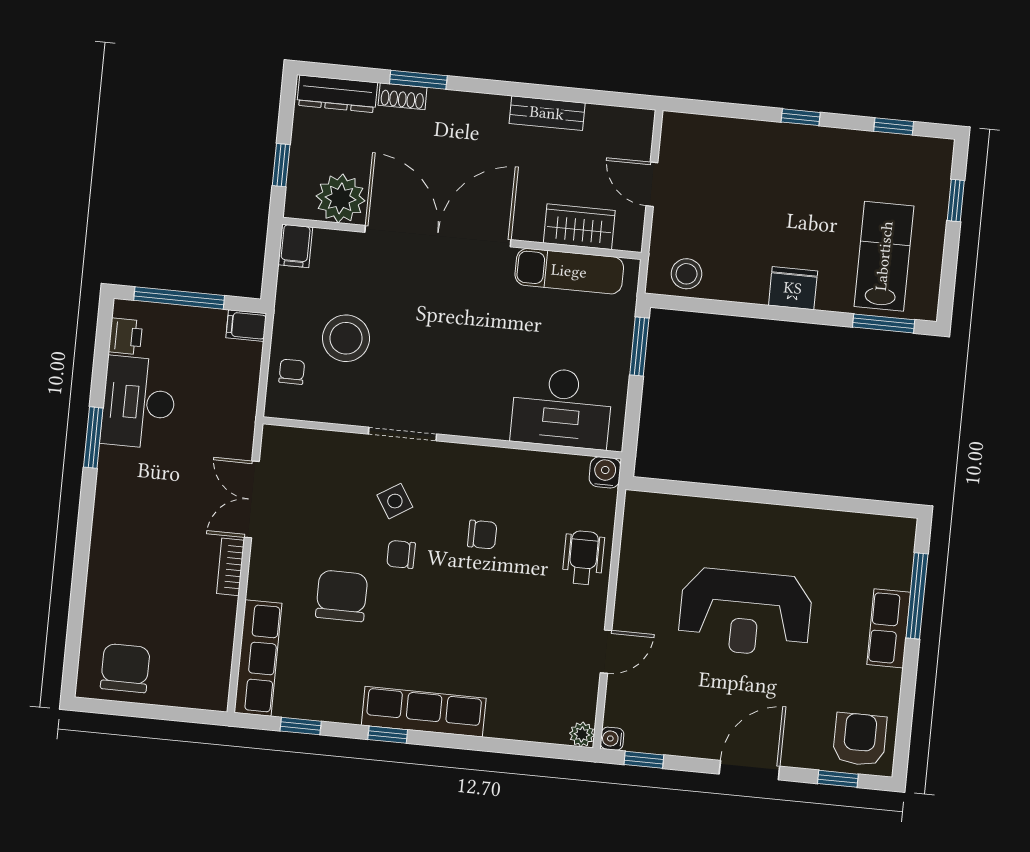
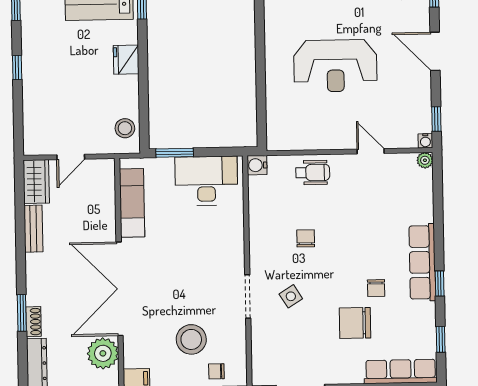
wardrobe: (579, 227) -> (36, 182), moved, turned 180
desk: (562, 408) -> (206, 181), moved, turned -90
chair: (401, 554) -> (376, 288), moved
wheelchair: (583, 558) -> (313, 173), turned 180
reception desk: (745, 612) -> (335, 66), turned 90

